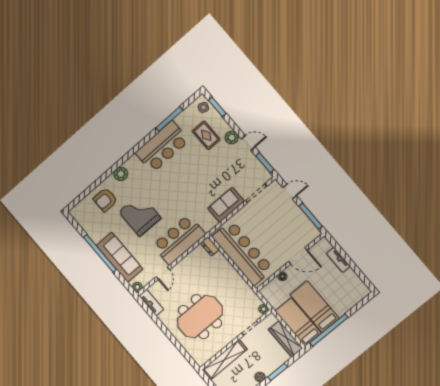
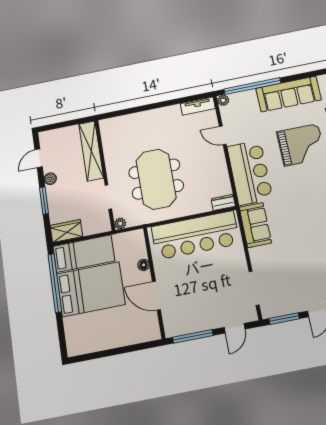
sofa: (226, 205) -> (255, 225), moved
window: (100, 253) -> (252, 86), moved
door: (298, 256) -> (156, 296), hinge flipped
sofa: (120, 257) -> (289, 94), moved
tv unit: (338, 260) -> (125, 340), removed
bed: (315, 306) -> (91, 289), width x1.50
meeting table: (200, 317) -> (156, 179), moved
wardrobe: (286, 339) -> (66, 231), width x0.67

